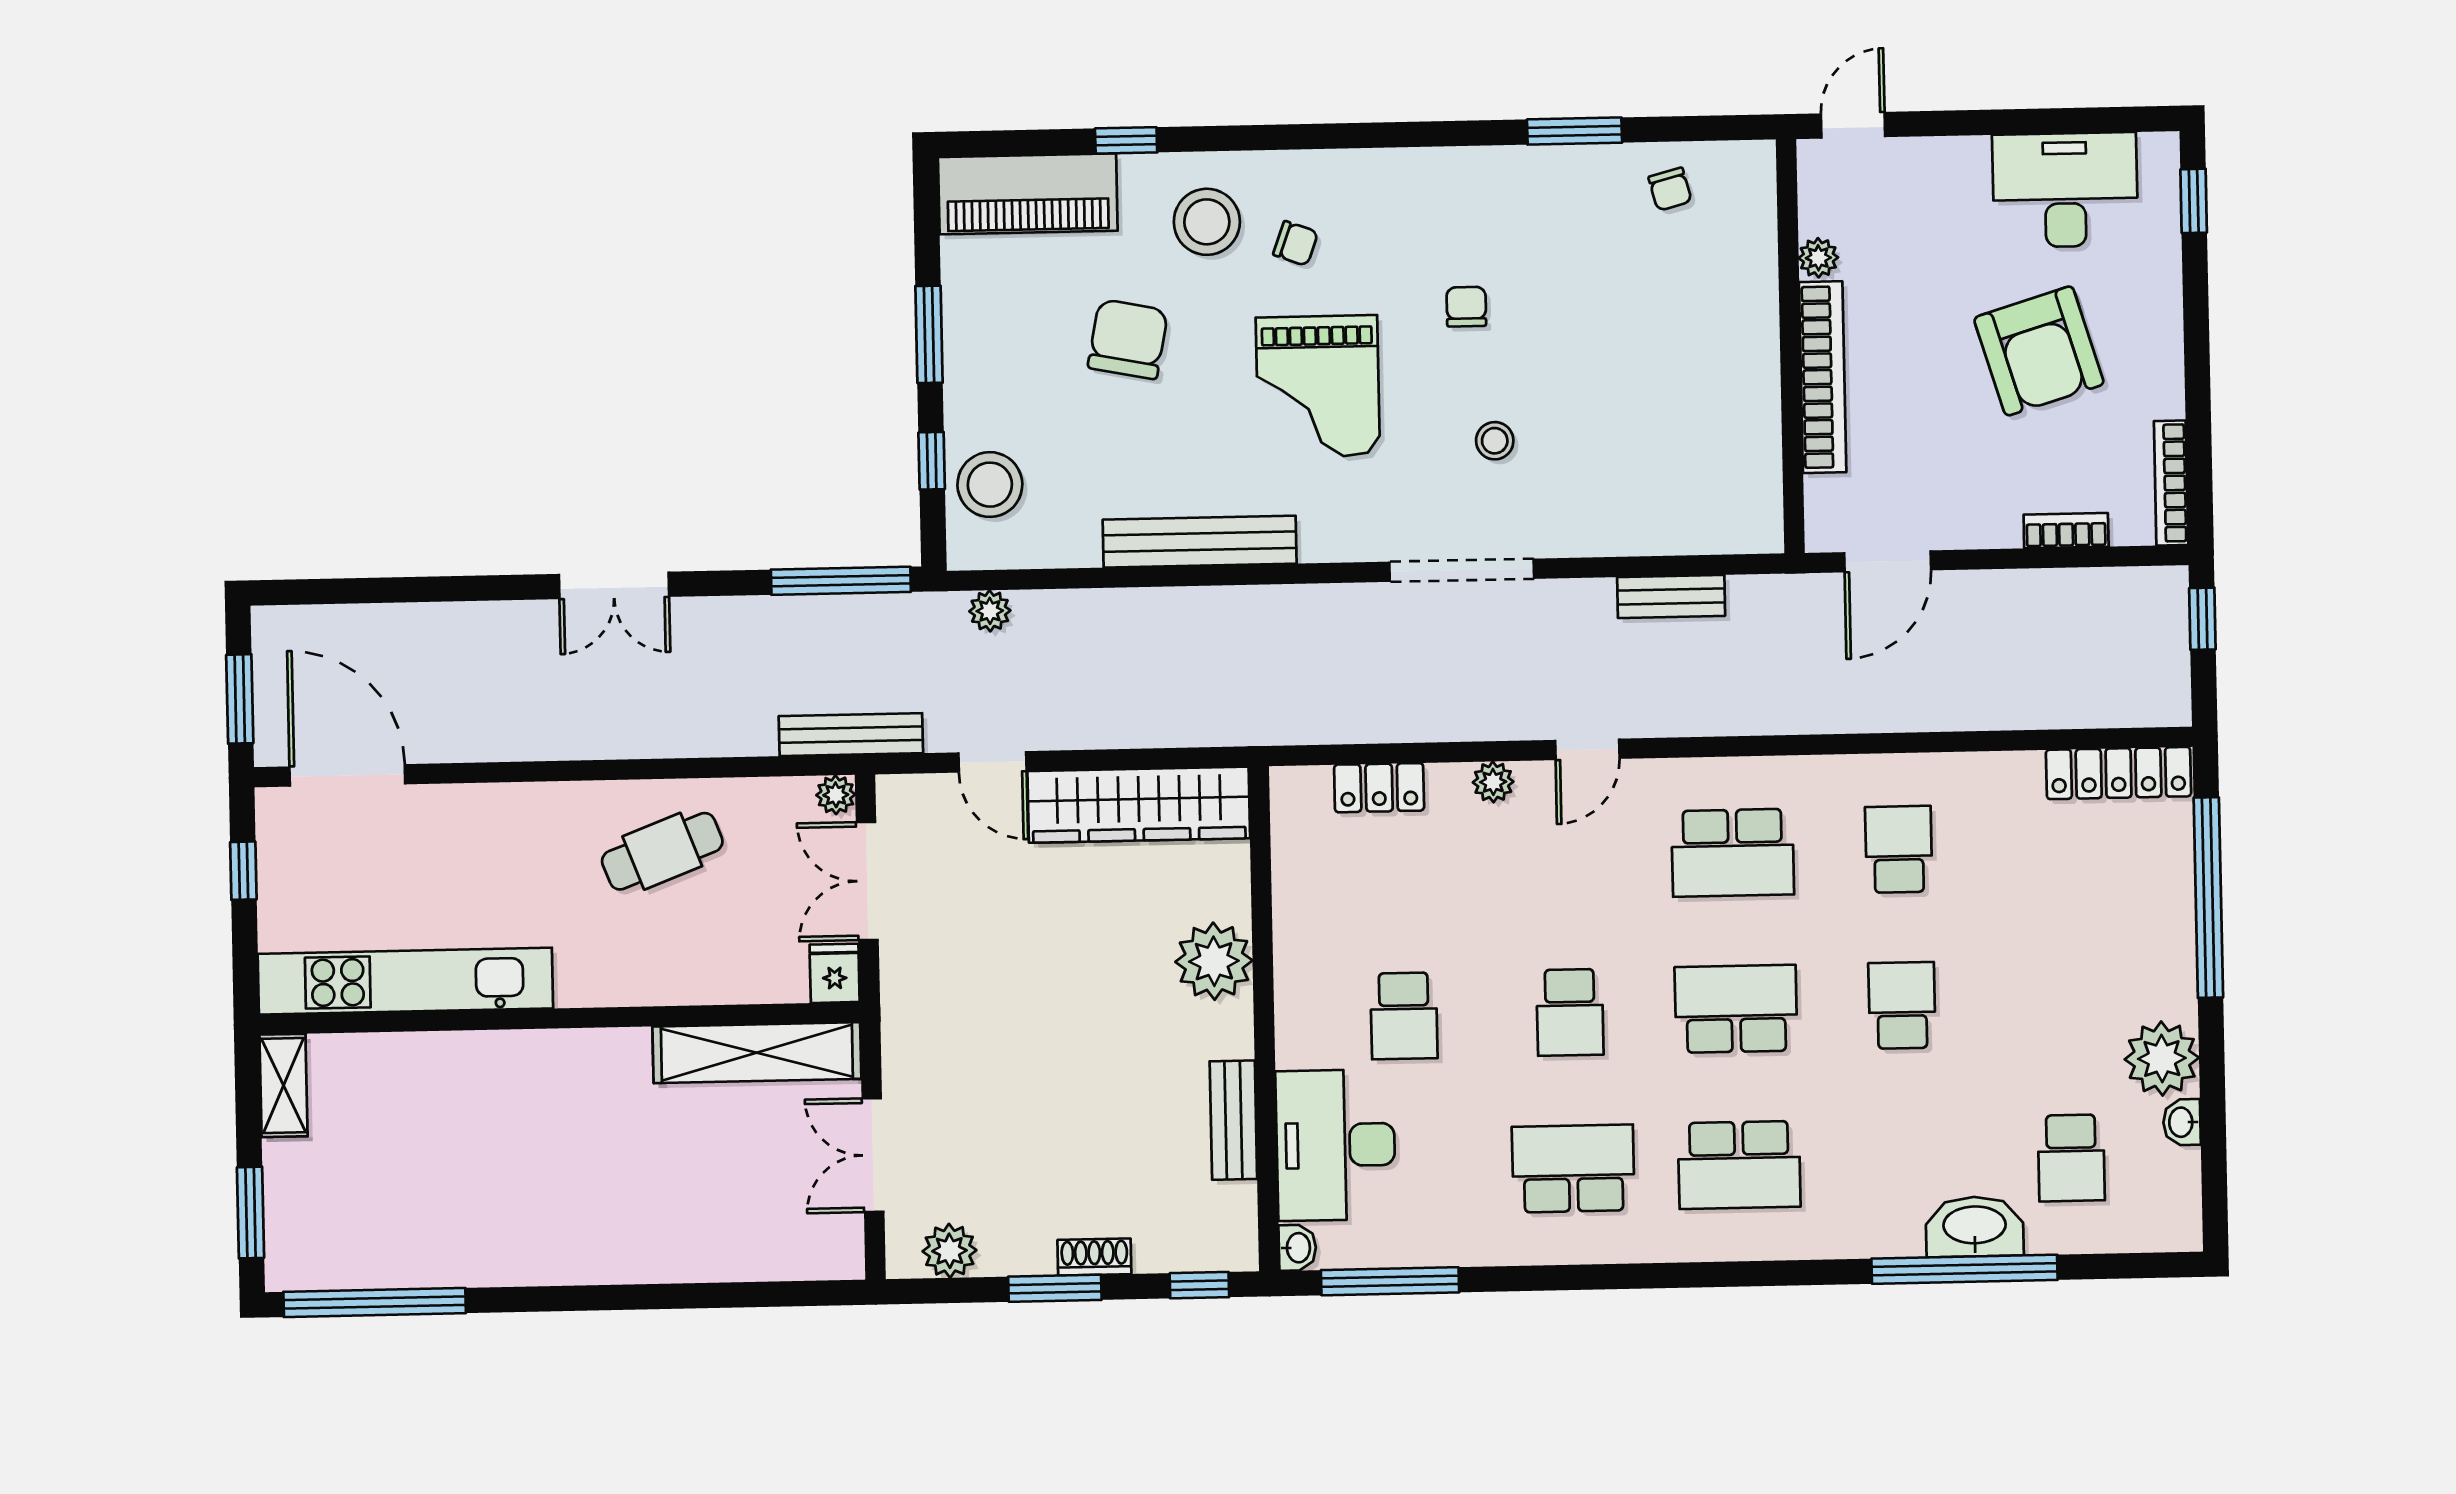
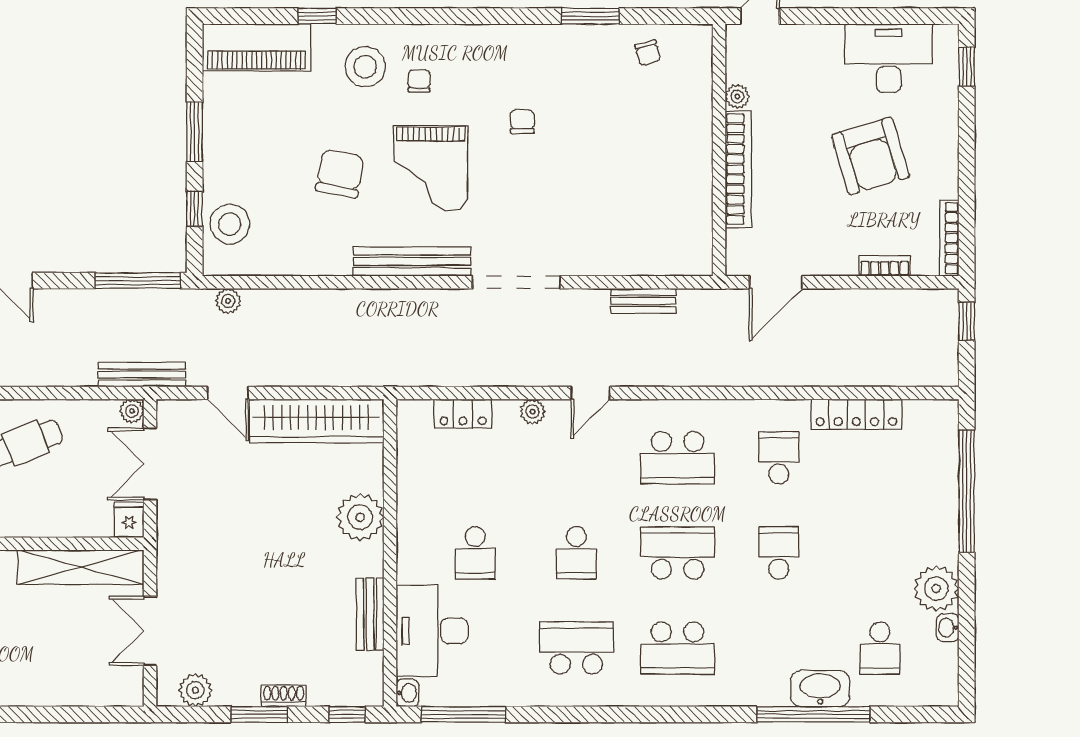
chair: (1296, 243) -> (419, 81), turned -110
chair: (1128, 339) -> (340, 174), moved
stool: (1495, 441) -> (538, 204), removed
bench: (1200, 542) -> (412, 261), moved
locker: (2119, 773) -> (856, 414), moved

